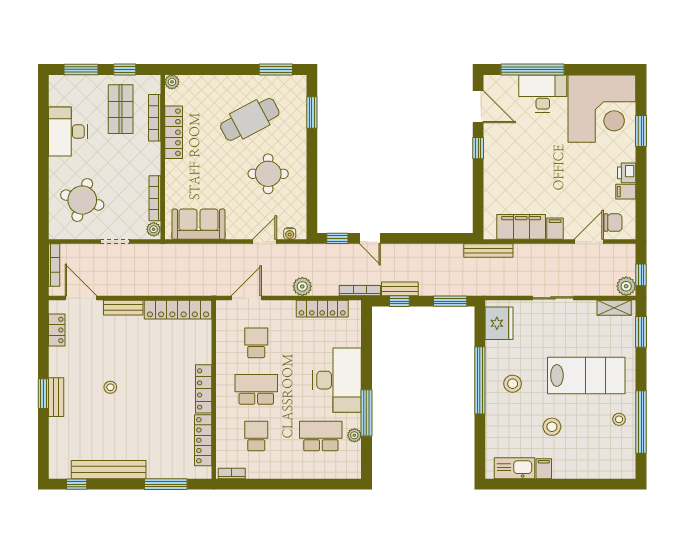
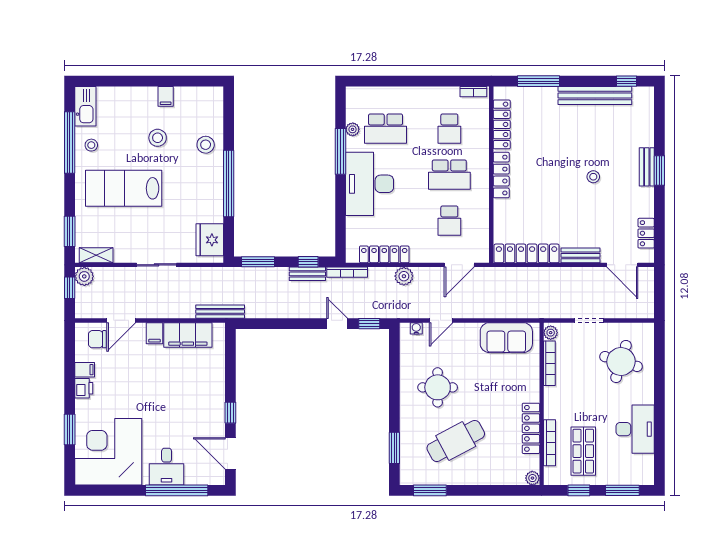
desk: (543, 94) -> (167, 467), width x0.73
bookcase: (54, 265) -> (649, 297), removed
stool: (513, 384) -> (206, 145), moved
kitchen sink: (515, 468) -> (85, 106), moved, turned -90

